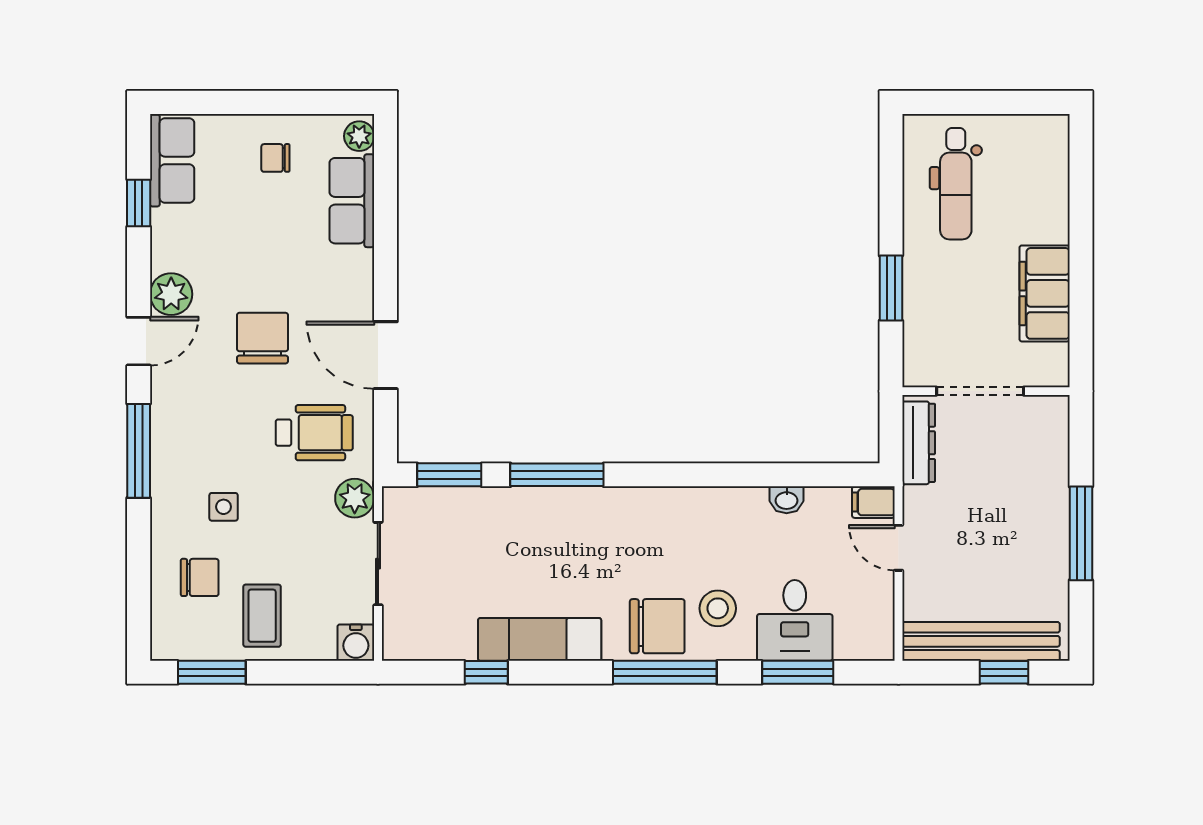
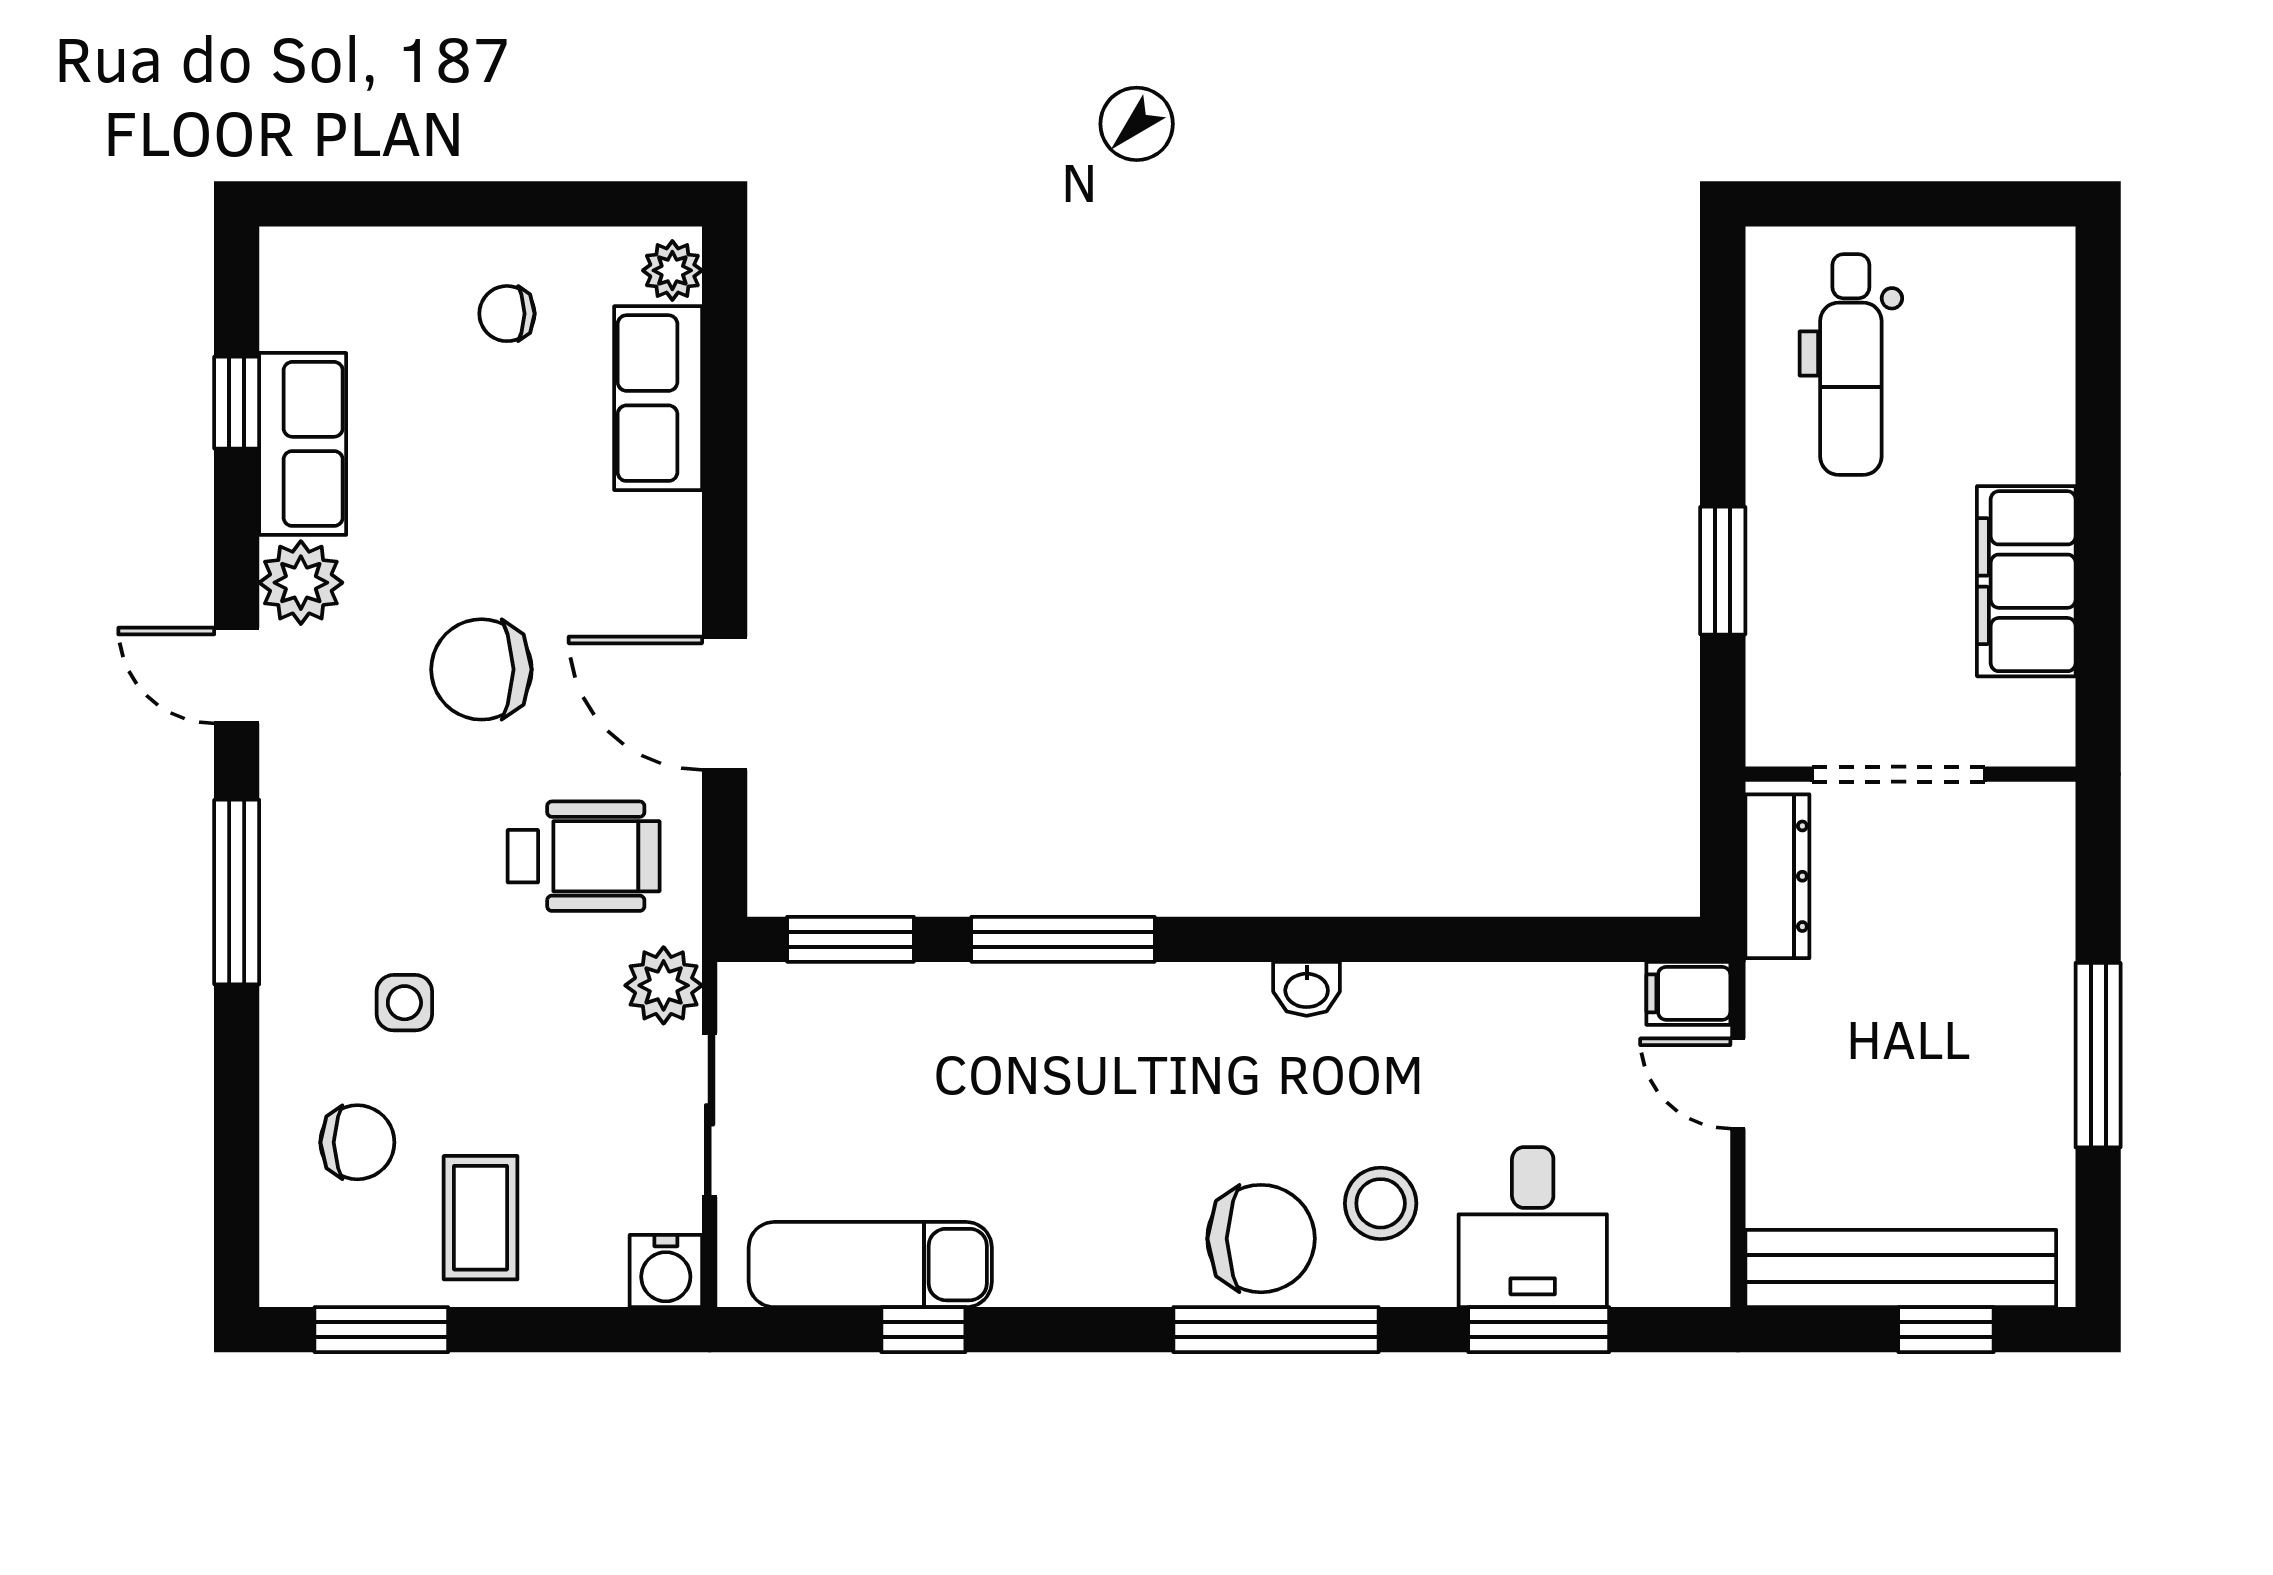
row of seats: (172, 160) -> (303, 444), moved
chair: (263, 338) -> (481, 669), turned -90
door: (139, 341) -> (237, 676), swing flipped
washbasin: (787, 500) -> (1307, 989), moved
exam couch: (540, 639) -> (870, 1265), moved

